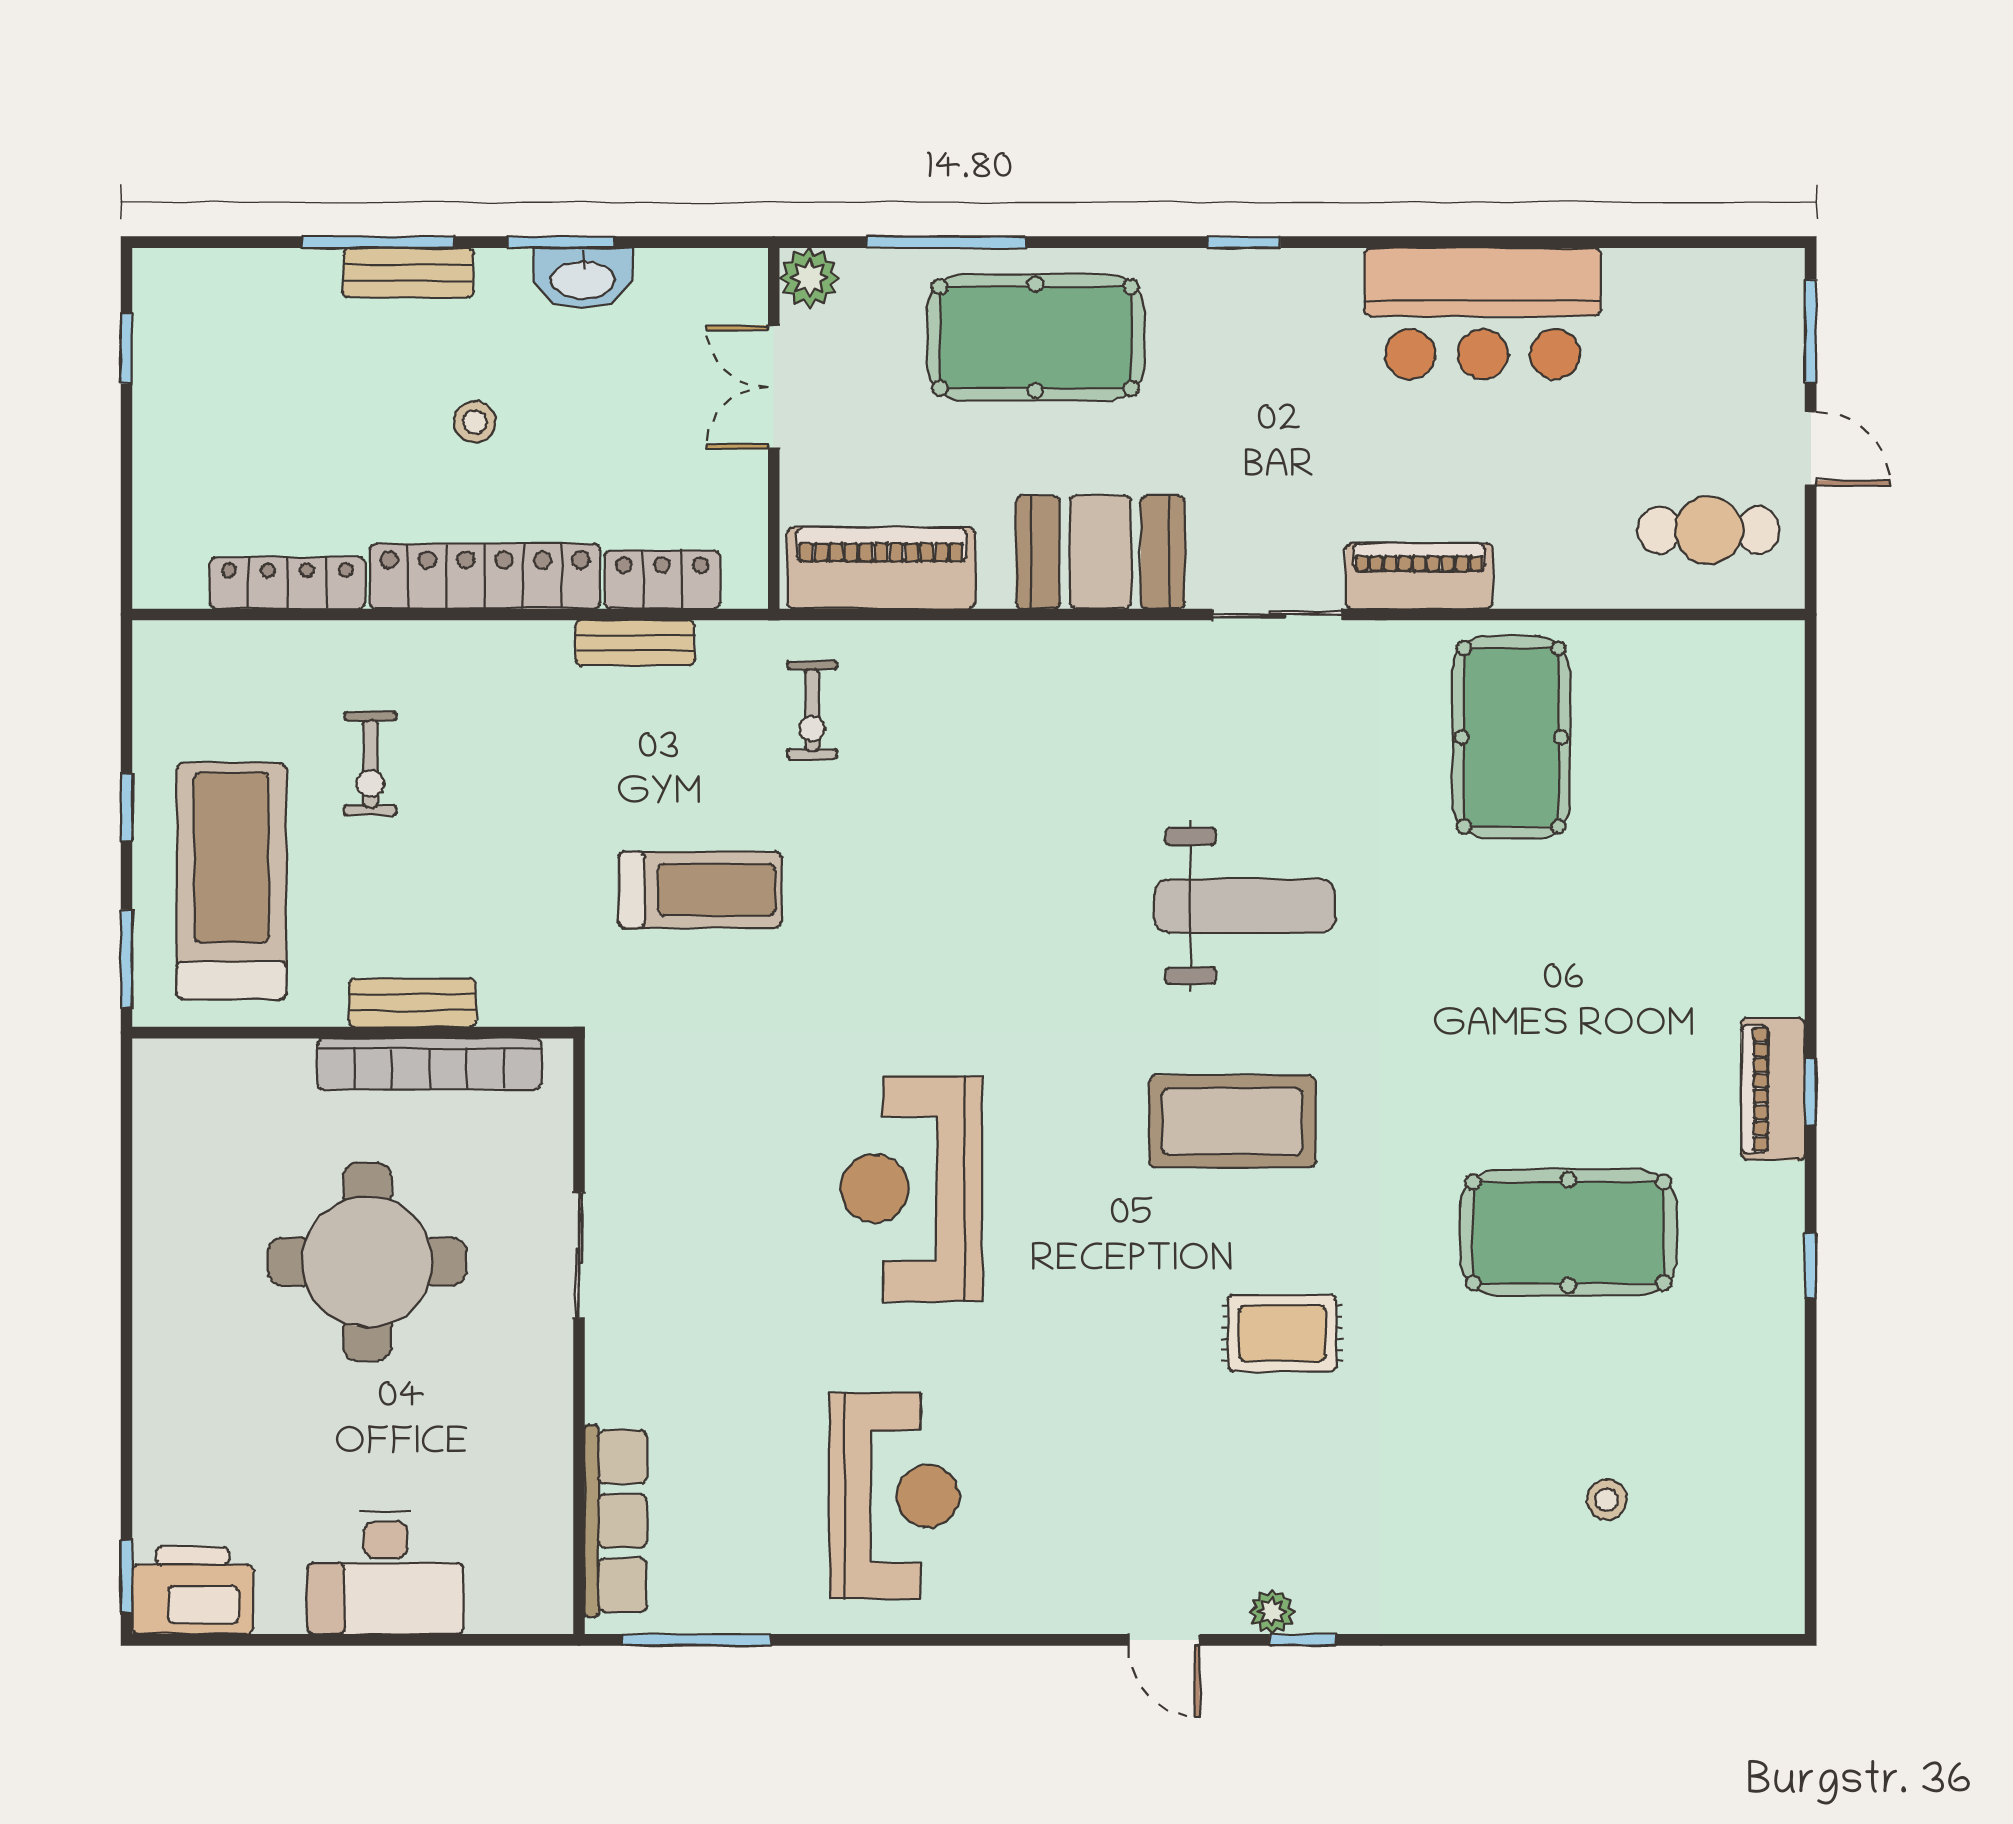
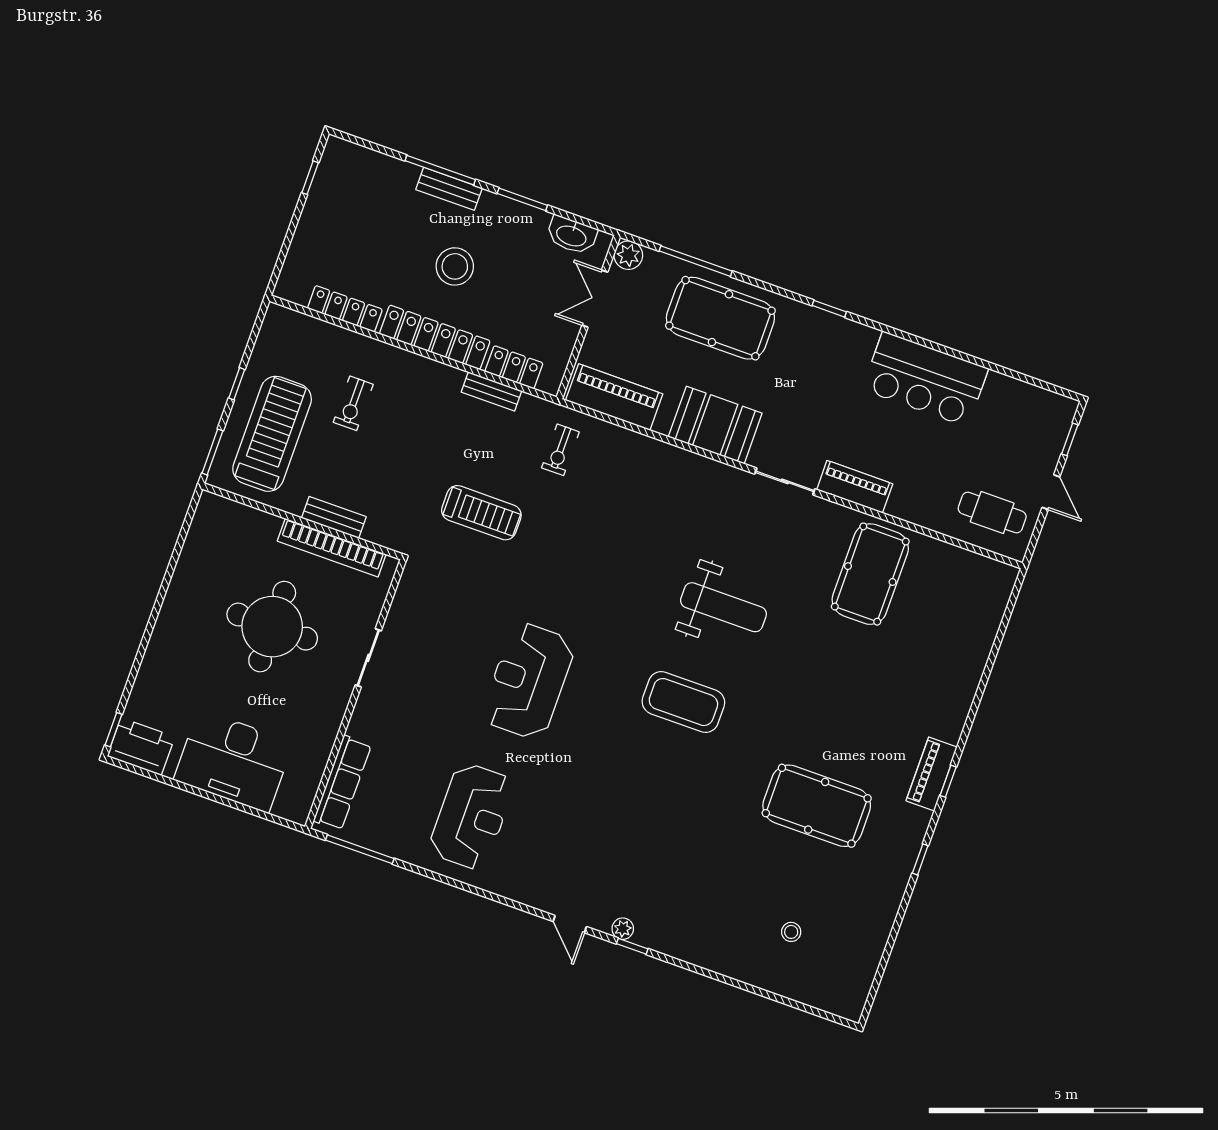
washbasin: (583, 278) -> (572, 235), moved
window: (1811, 331) -> (1070, 439), width x0.67
stool: (475, 422) -> (455, 266), width x1.89, depth x1.89
rug: (1282, 1333) -> (672, 805), removed
desk: (385, 1573) -> (234, 761), width x1.36, depth x1.30

